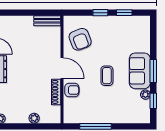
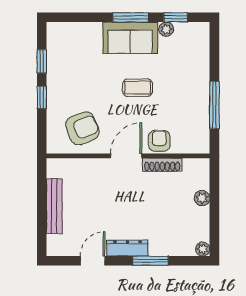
bench: (47, 21) -> (54, 206), moved, width x1.36

